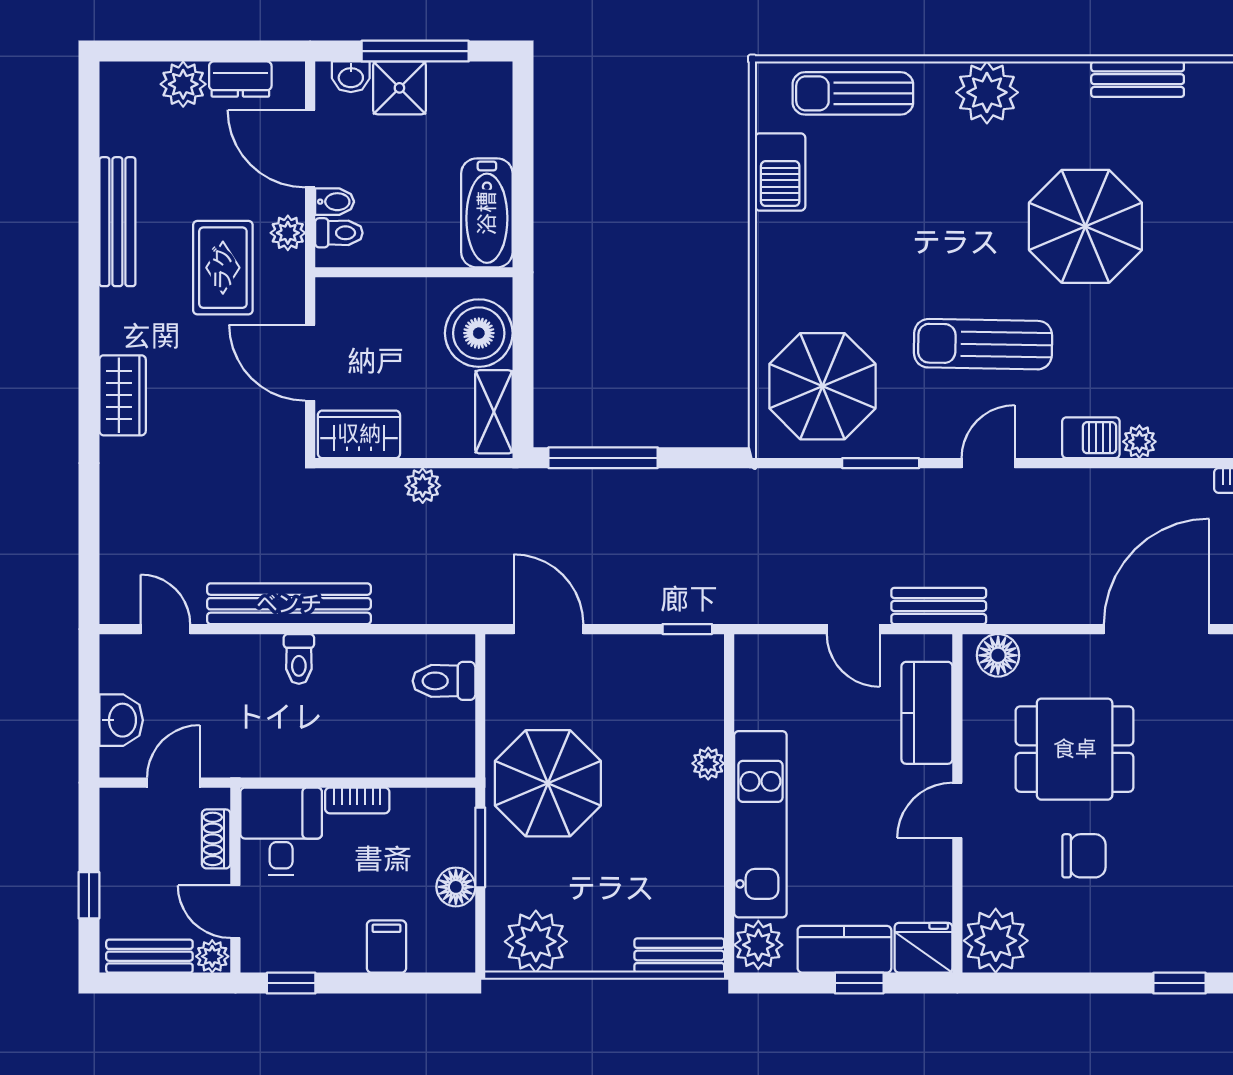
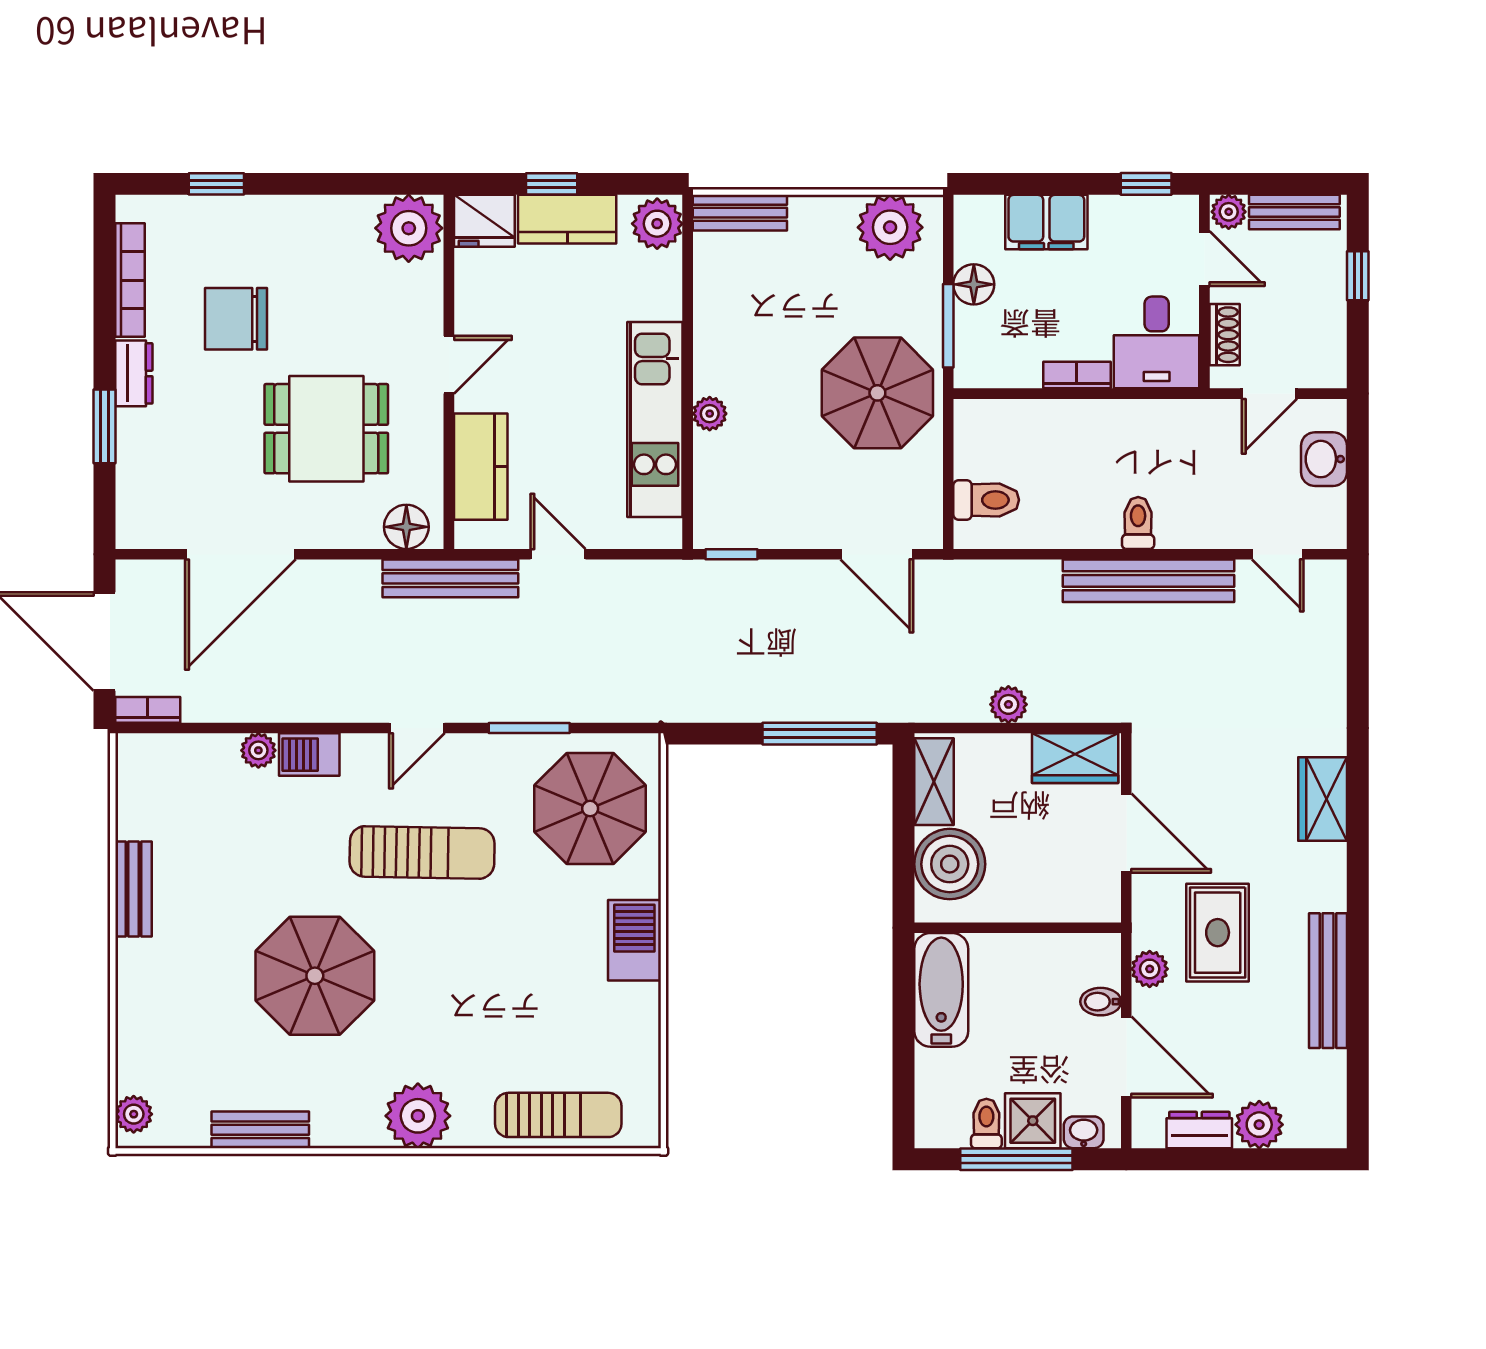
barbecue: (780, 172) -> (634, 940), moved
toilet: (339, 233) -> (986, 1123), moved, turned 90
bench: (939, 606) -> (450, 578), width x1.36
kitchen unit: (760, 824) -> (655, 419), moved
chair: (1084, 856) -> (236, 319), moved, width x1.37, depth x1.37
filing cabinet: (387, 947) -> (1046, 222), width x2.00

